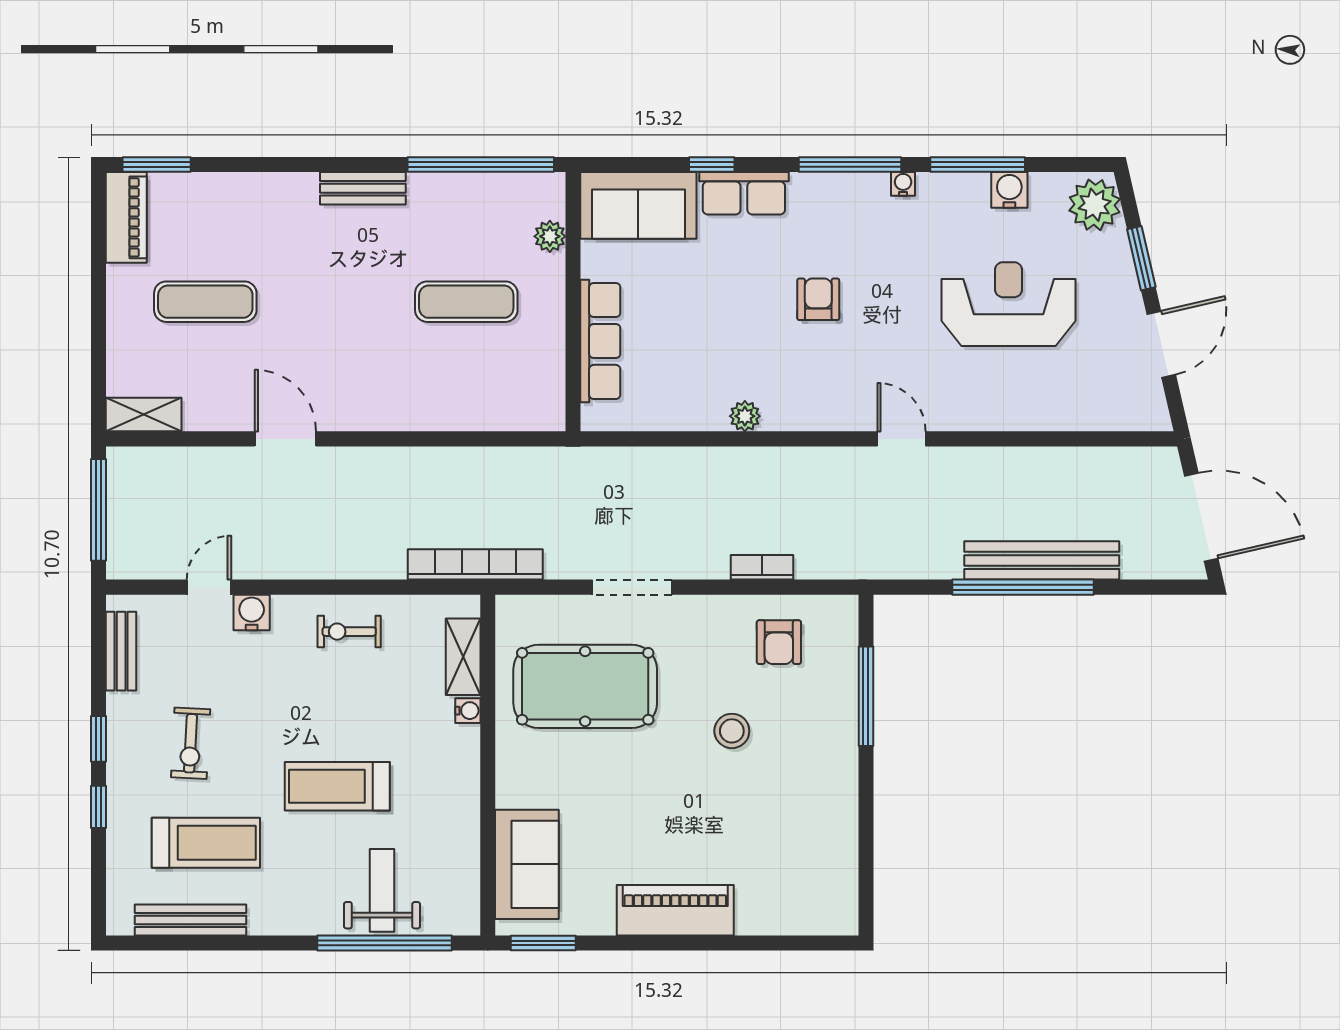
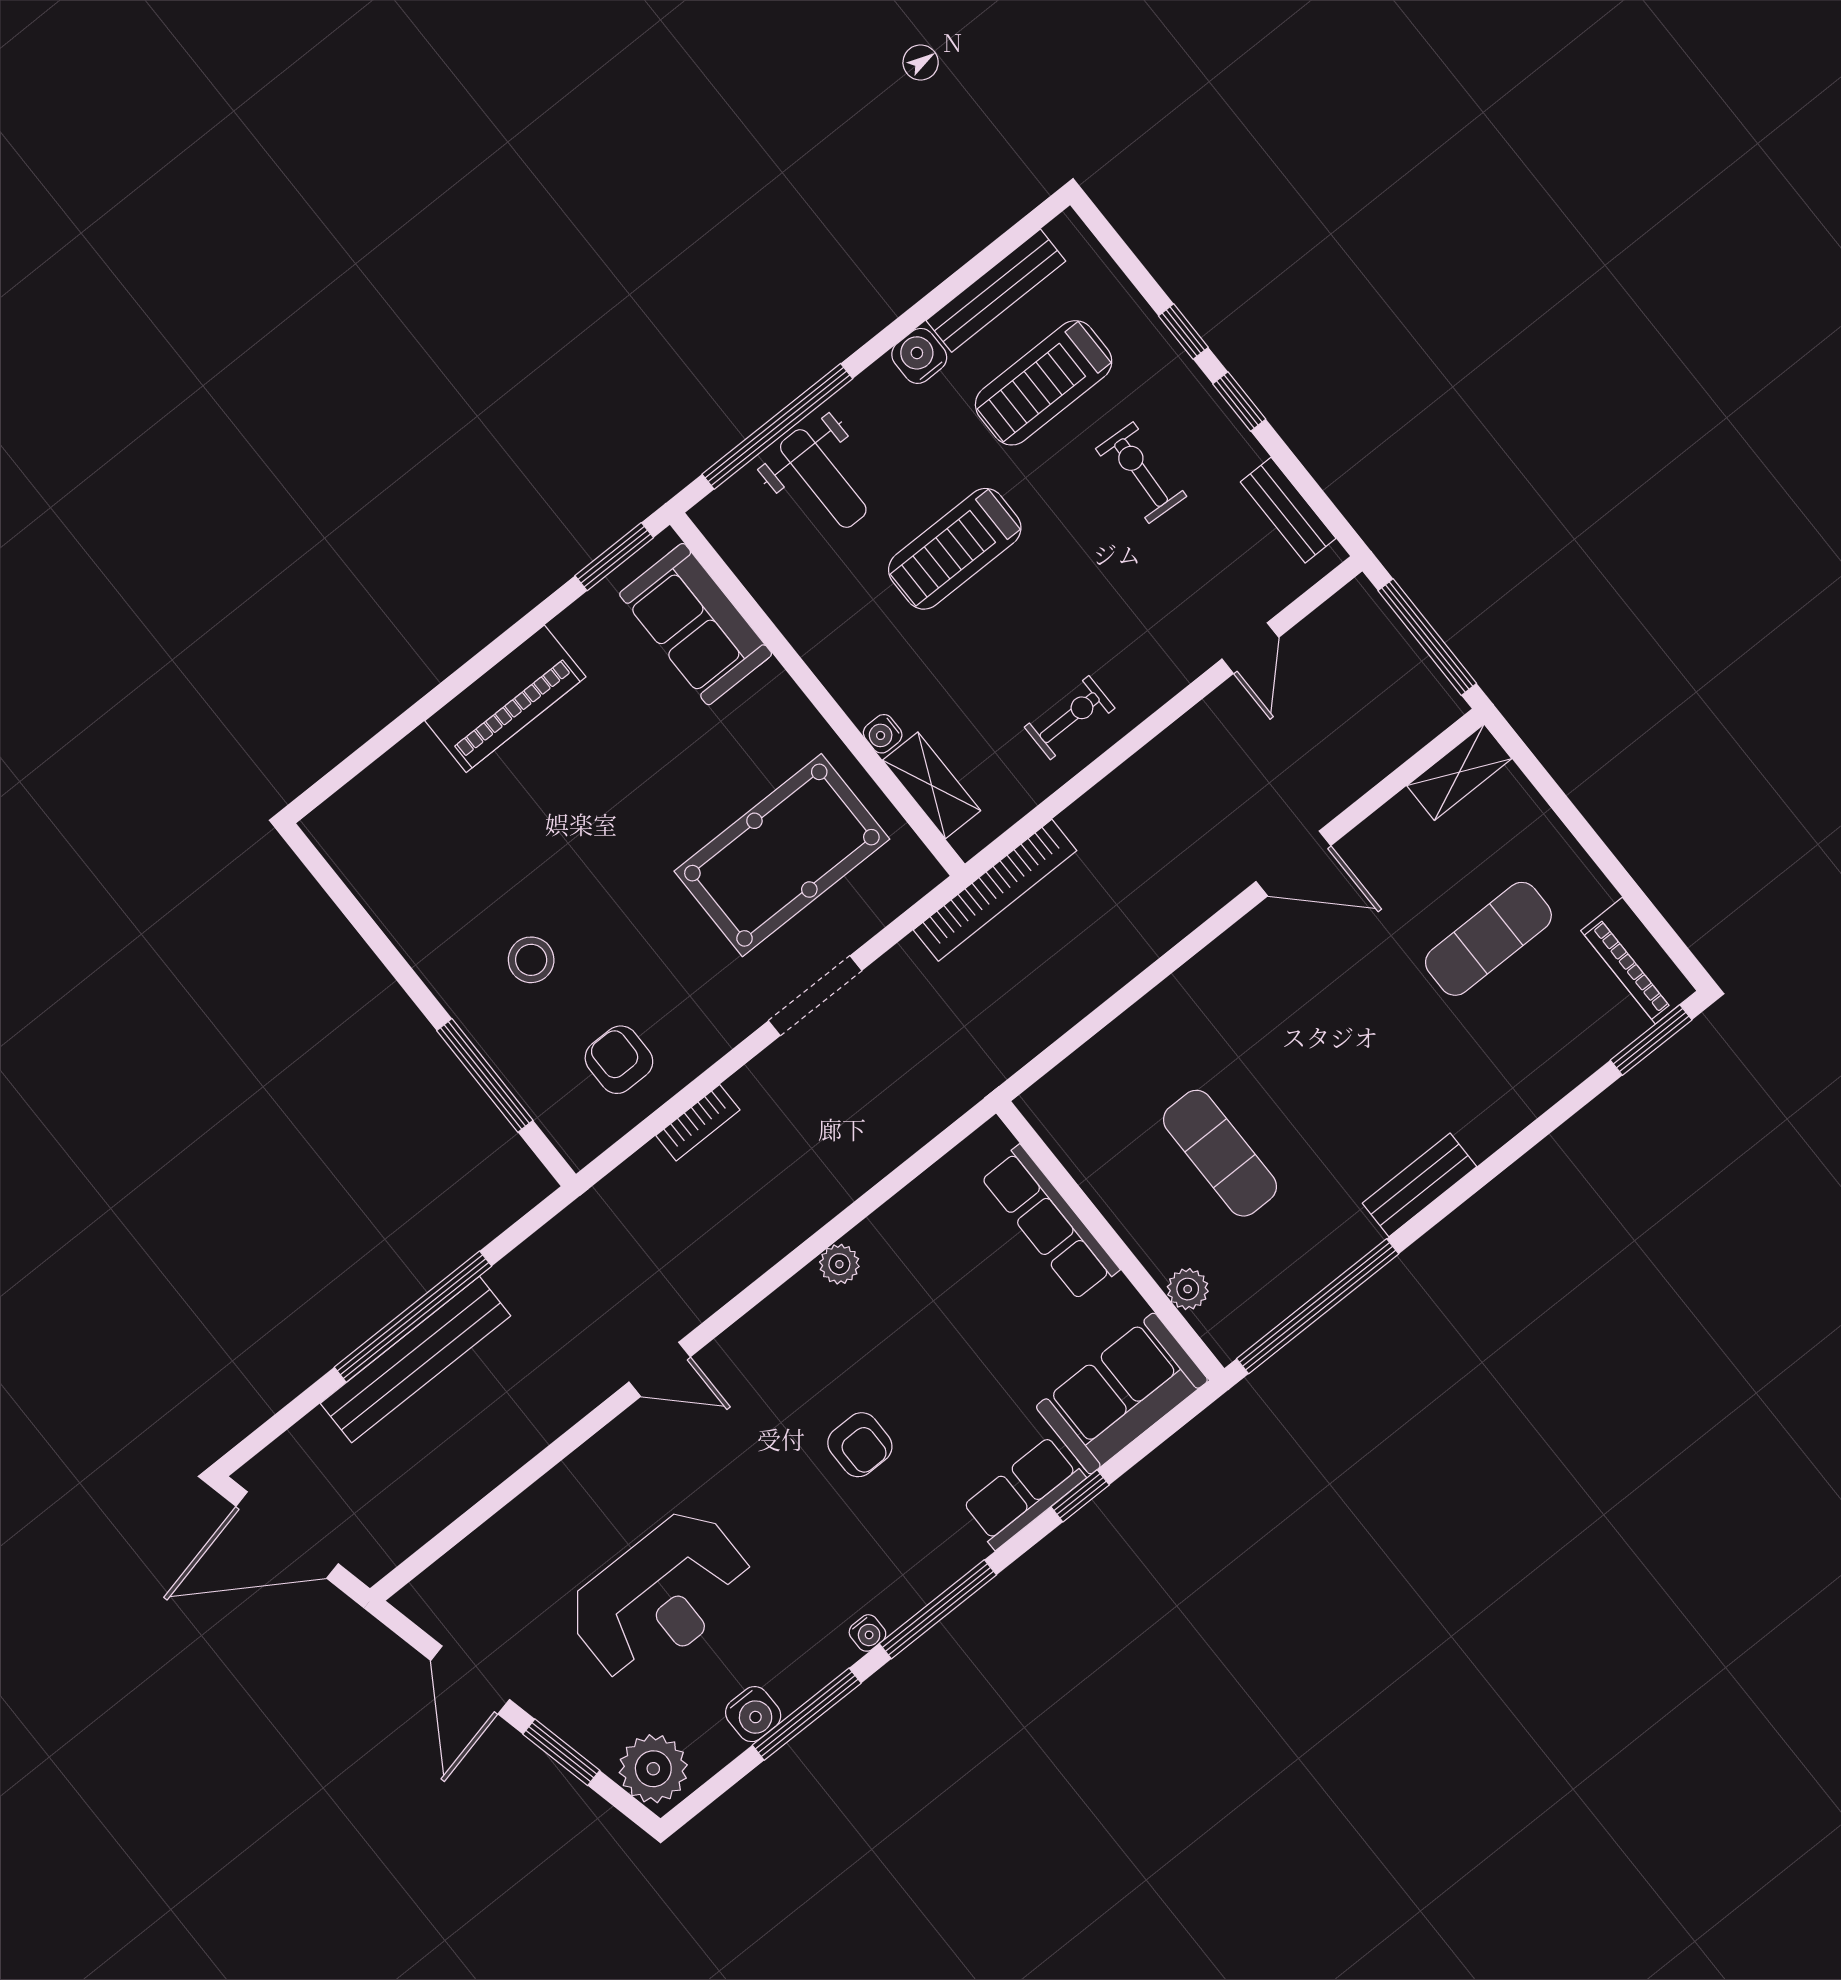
exercise mat: (466, 302) -> (1220, 1153), turned 90
water cooler: (252, 612) -> (919, 356), moved, turned 180
stool: (732, 731) -> (531, 960), moved
treadmill: (337, 786) -> (955, 549), turned 180

